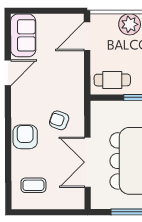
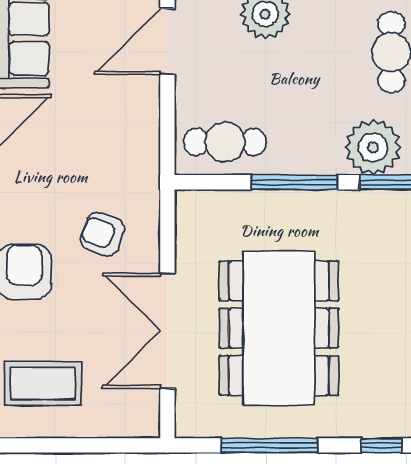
coffee table: (33, 185) -> (43, 383), width x1.36, depth x1.30

